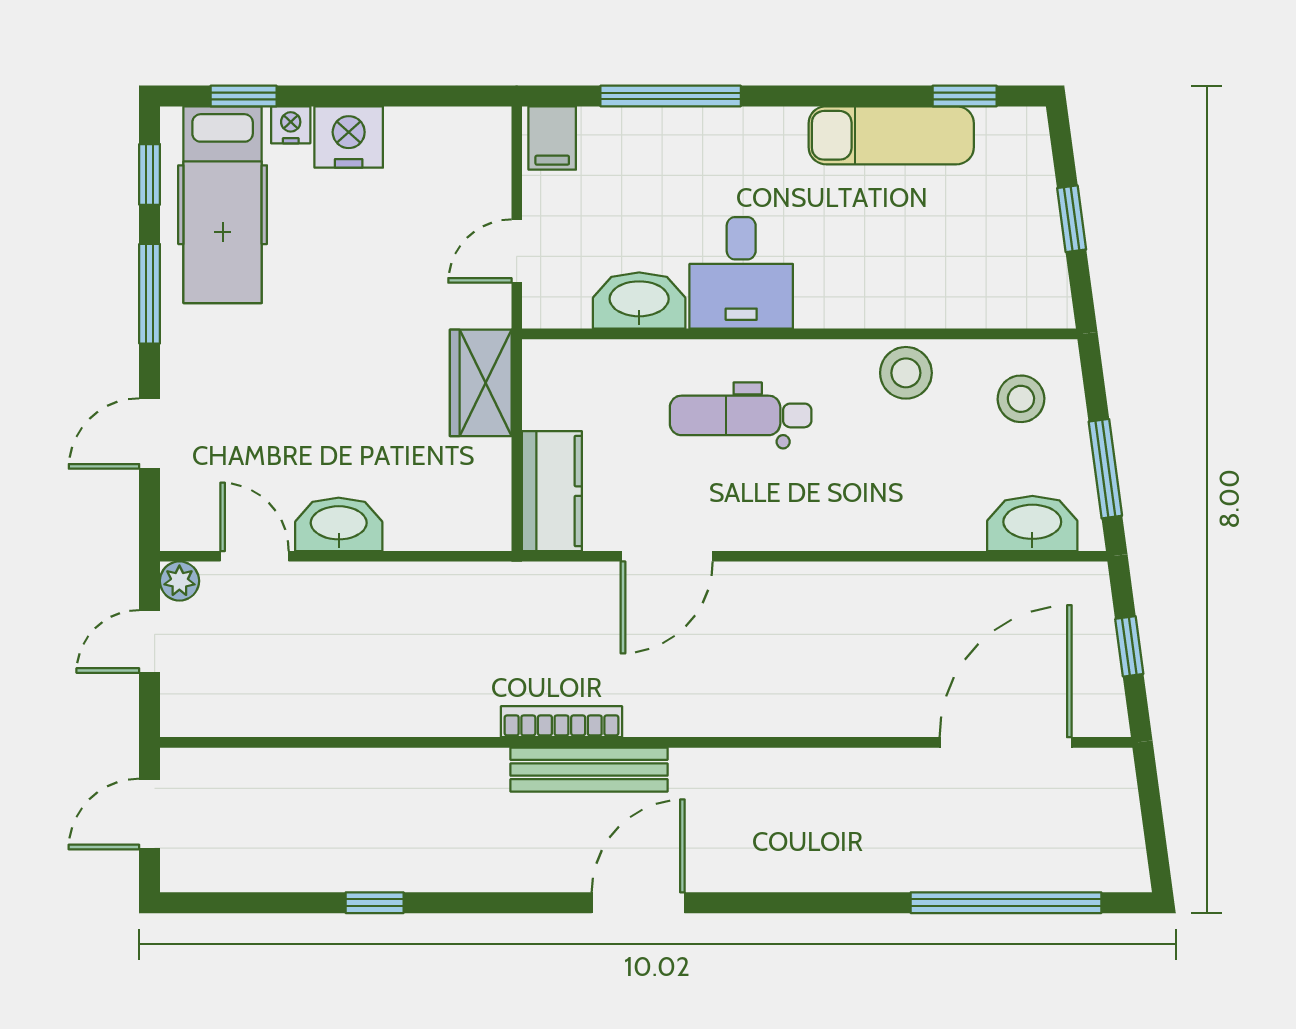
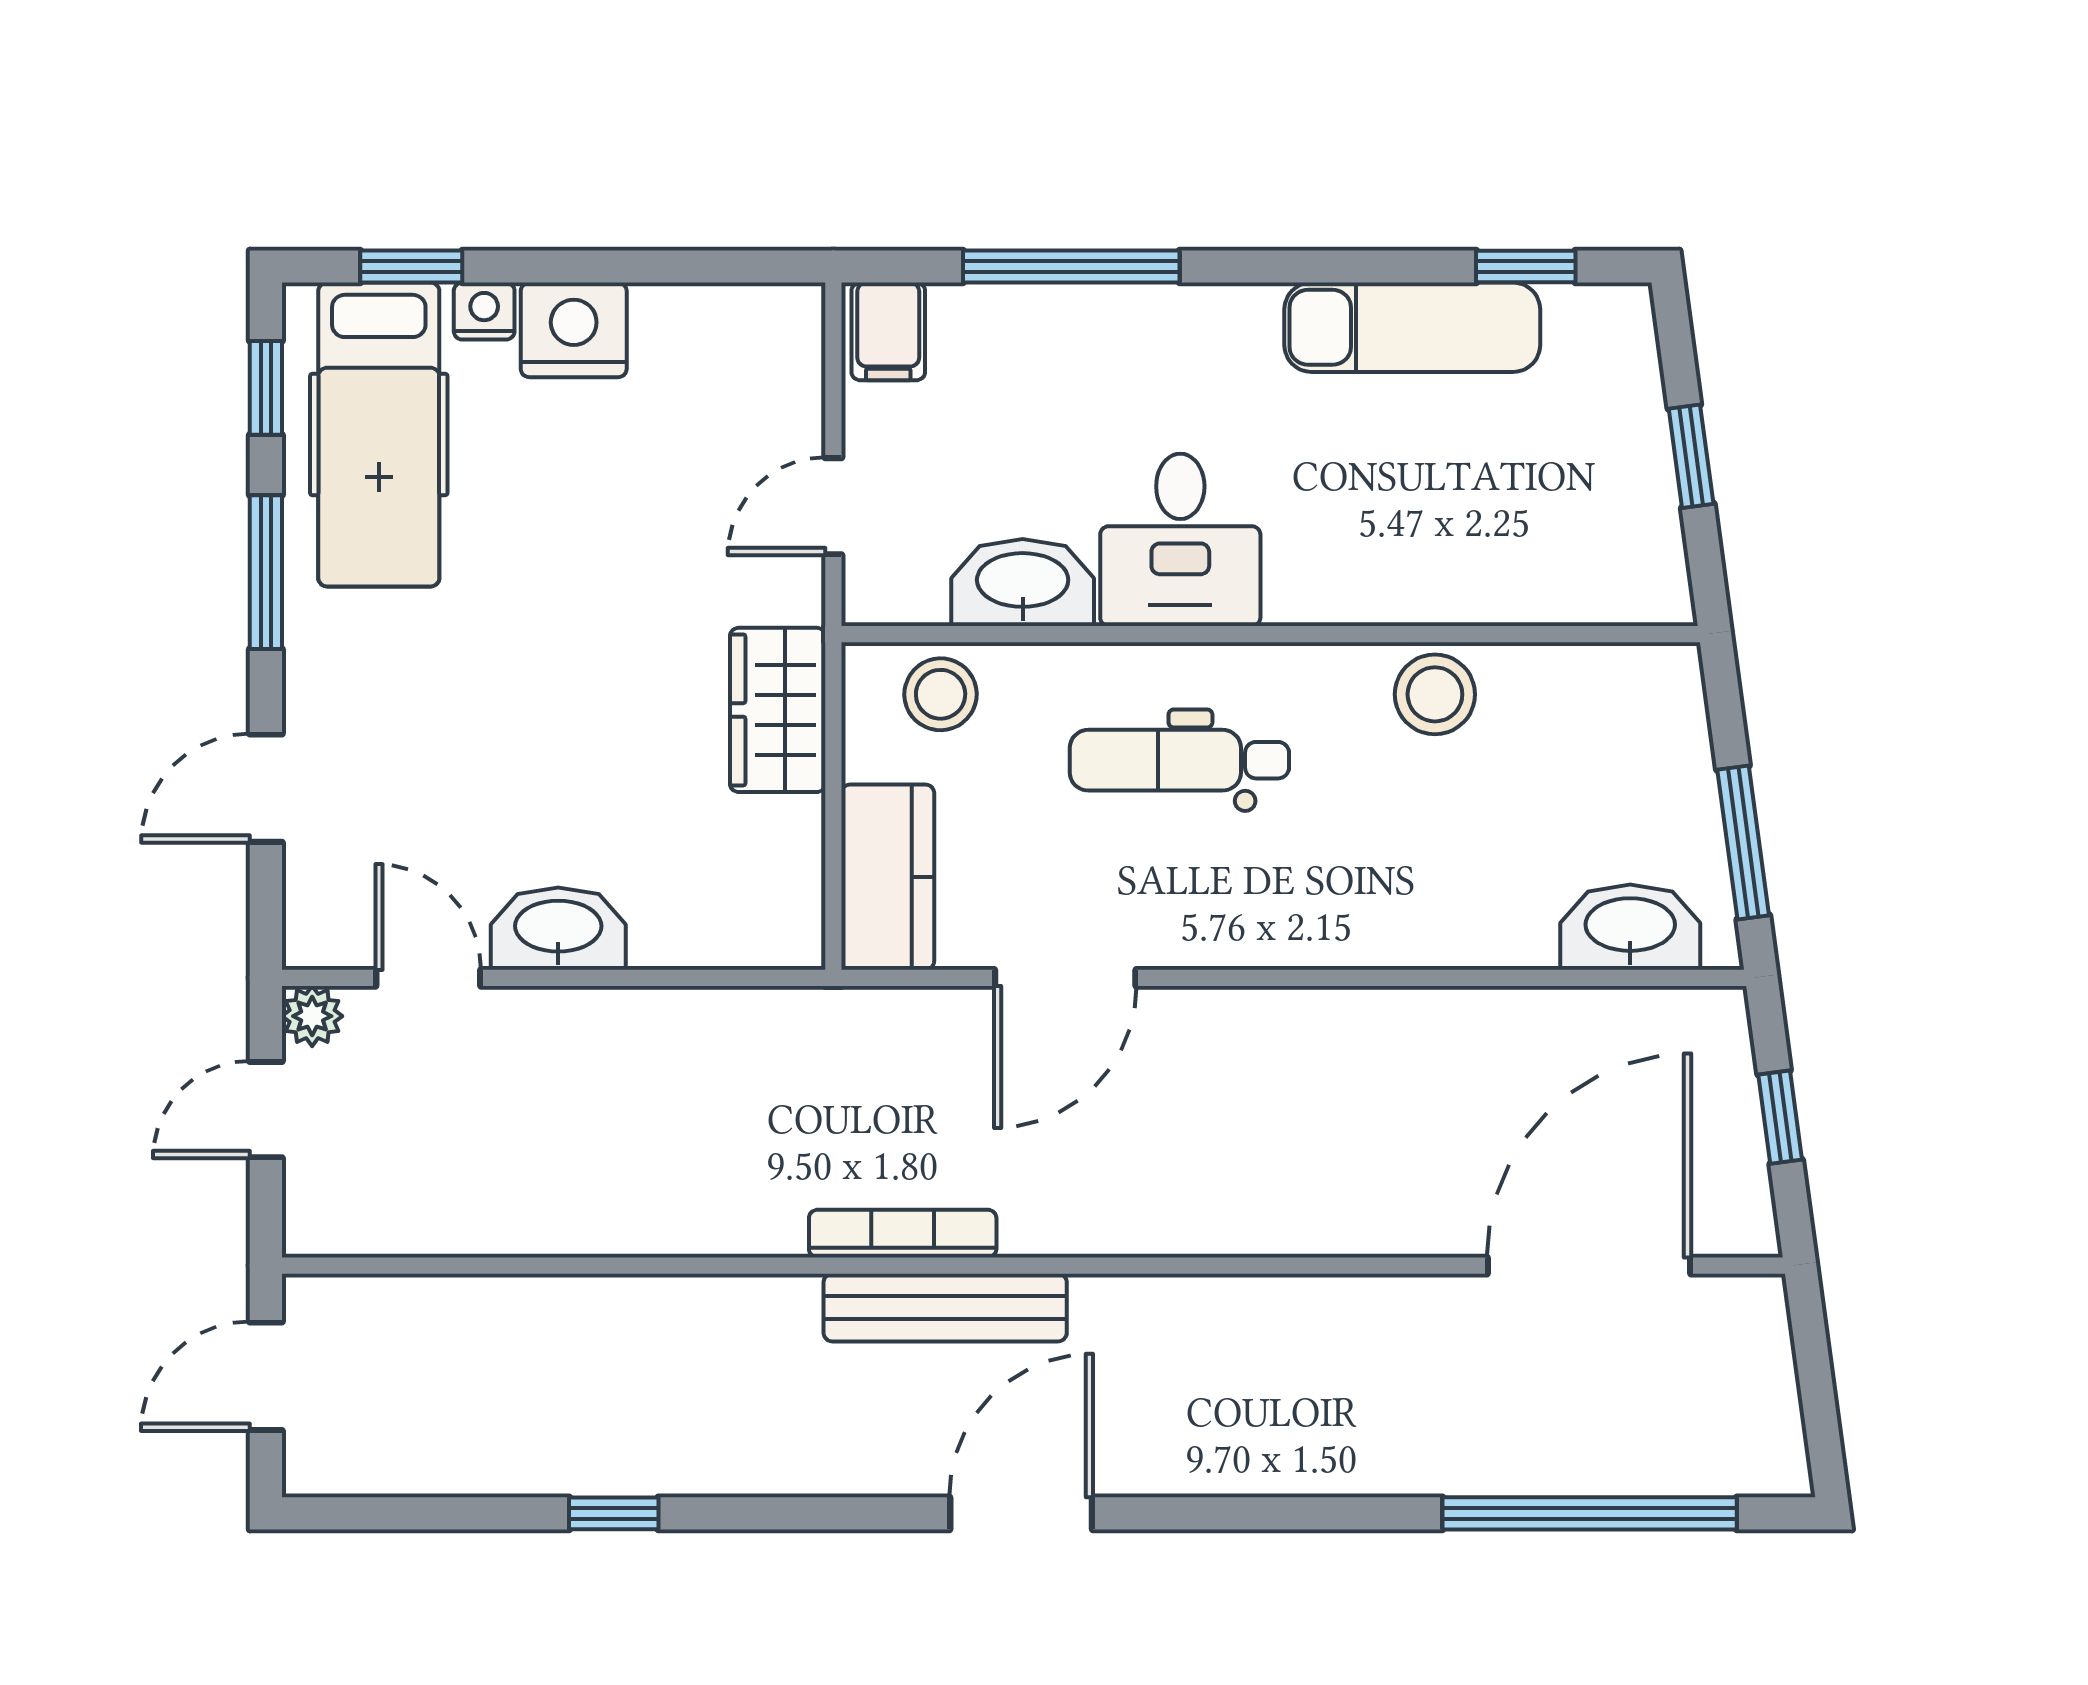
stool: (1021, 399) -> (941, 694), moved

